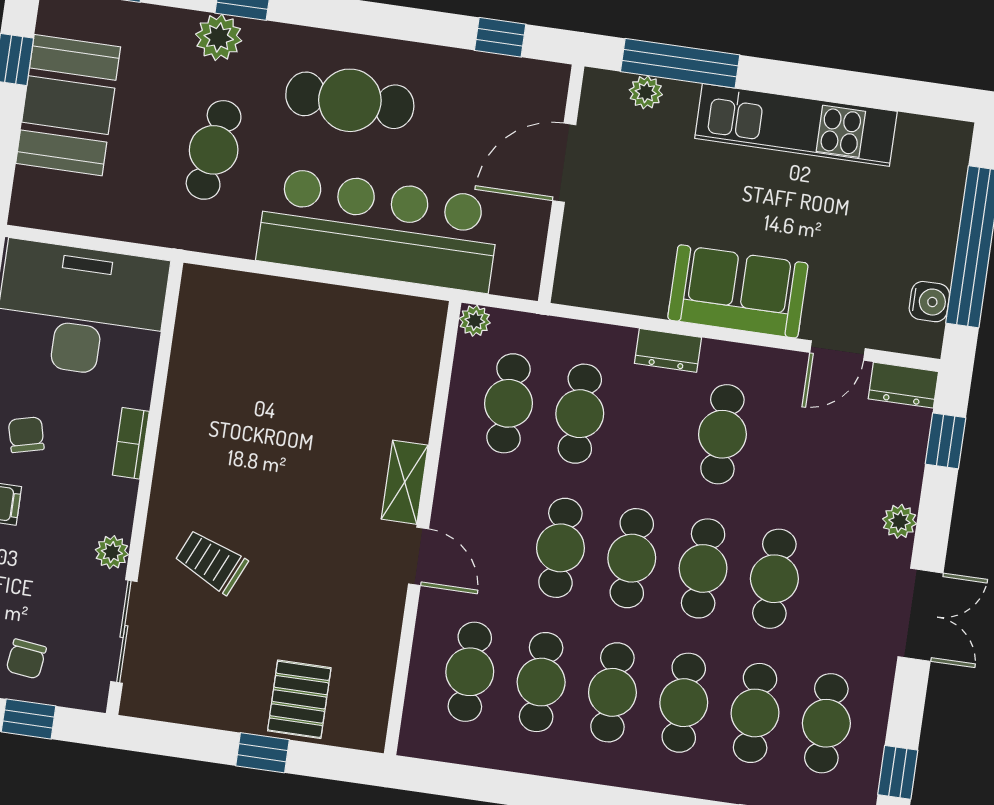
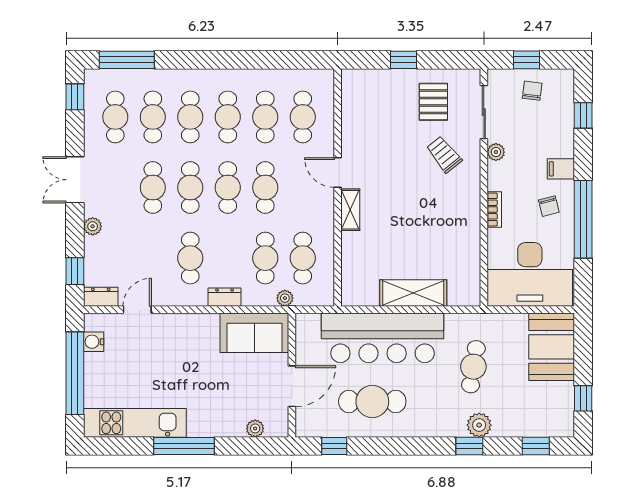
window: (680, 63) -> (184, 446), moved
cafe table: (350, 100) -> (372, 401), moved
booth: (68, 105) -> (552, 347), moved
kitchen unit: (796, 125) -> (135, 423), moved
sofa: (738, 291) -> (254, 333), moved
shelving: (308, 307) -> (413, 293), added
plant: (475, 321) -> (285, 298), moved
trolley: (211, 562) -> (444, 154), turned -153
pallet: (299, 699) -> (433, 102), moved

